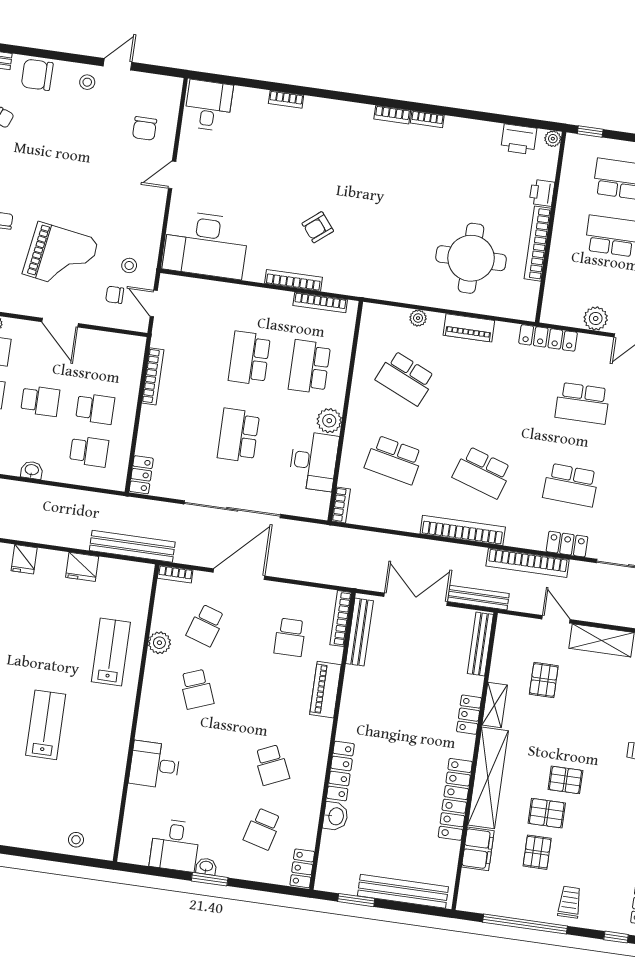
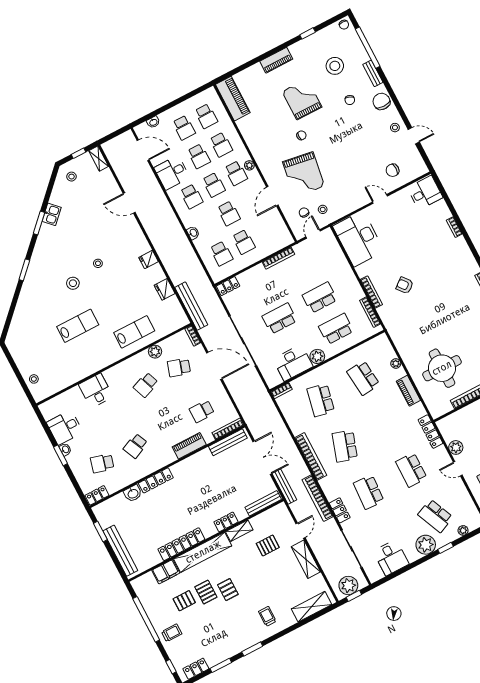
school desk: (406, 378) -> (363, 378), turned -30

